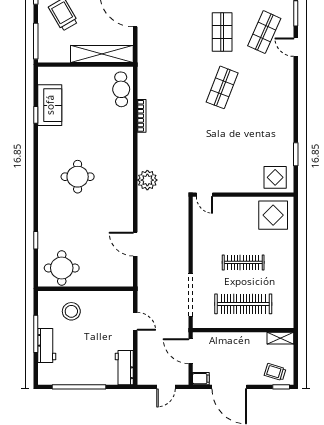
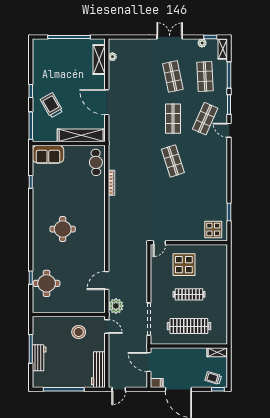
shop shelf: (222, 87) -> (173, 161), turned -39
sofa: (50, 105) -> (48, 154), moved, turned 90
plant: (147, 180) -> (116, 306), moved
door: (205, 195) -> (159, 243), hinge flipped
display table: (273, 215) -> (184, 265), moved
door: (135, 244) -> (107, 280), hinge flipped
round table: (62, 268) -> (47, 283), moved
stool: (71, 311) -> (79, 332), moved
door: (135, 321) -> (107, 326), moved
workbench: (124, 368) -> (98, 370), width x1.37
door: (166, 387) -> (119, 389), moved

